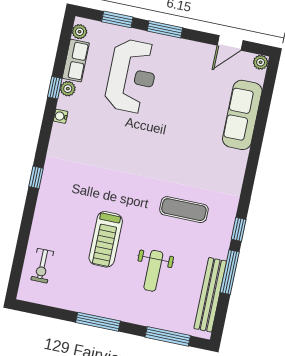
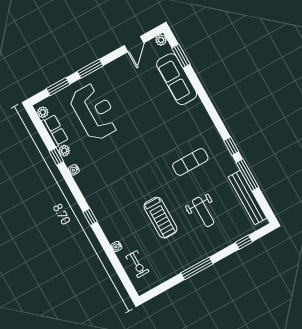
window: (267, 95) -> (181, 56), added
water cooler: (37, 230) -> (117, 246), added
window: (168, 336) -> (244, 242), width x0.46

